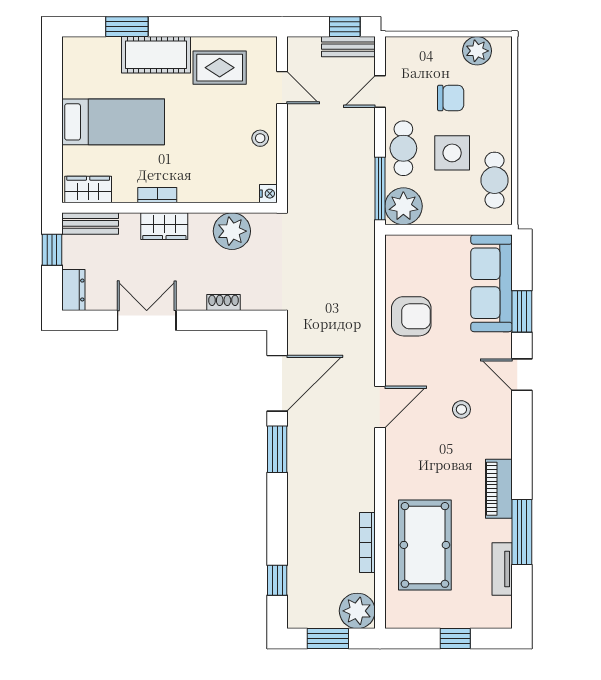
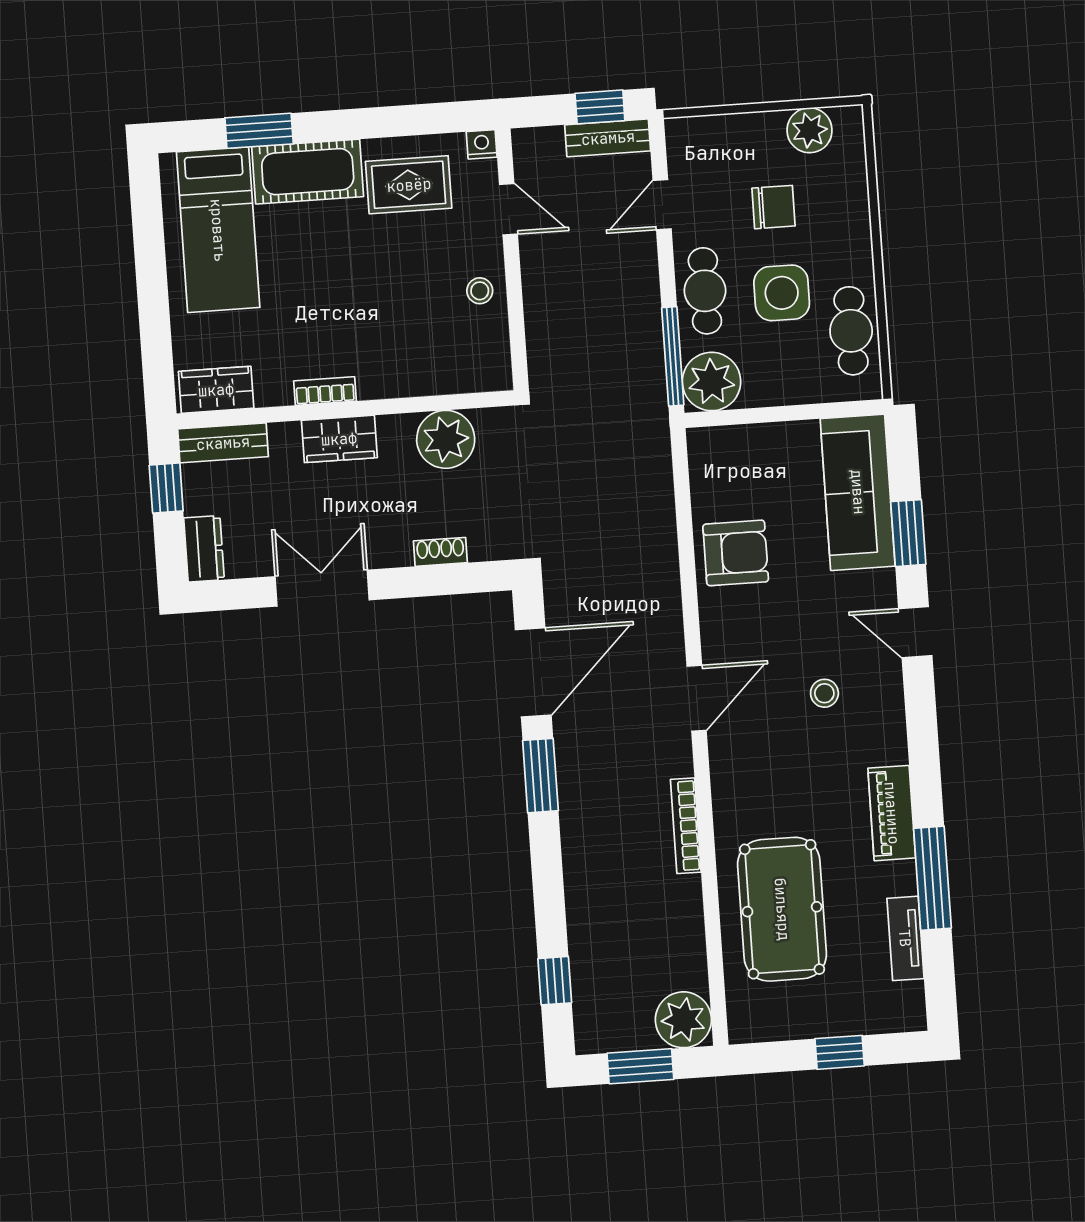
bed: (113, 122) -> (218, 230), moved, turned 90
nightstand: (268, 194) -> (482, 144), moved, turned -90
bookcase: (367, 542) -> (686, 826), moved

